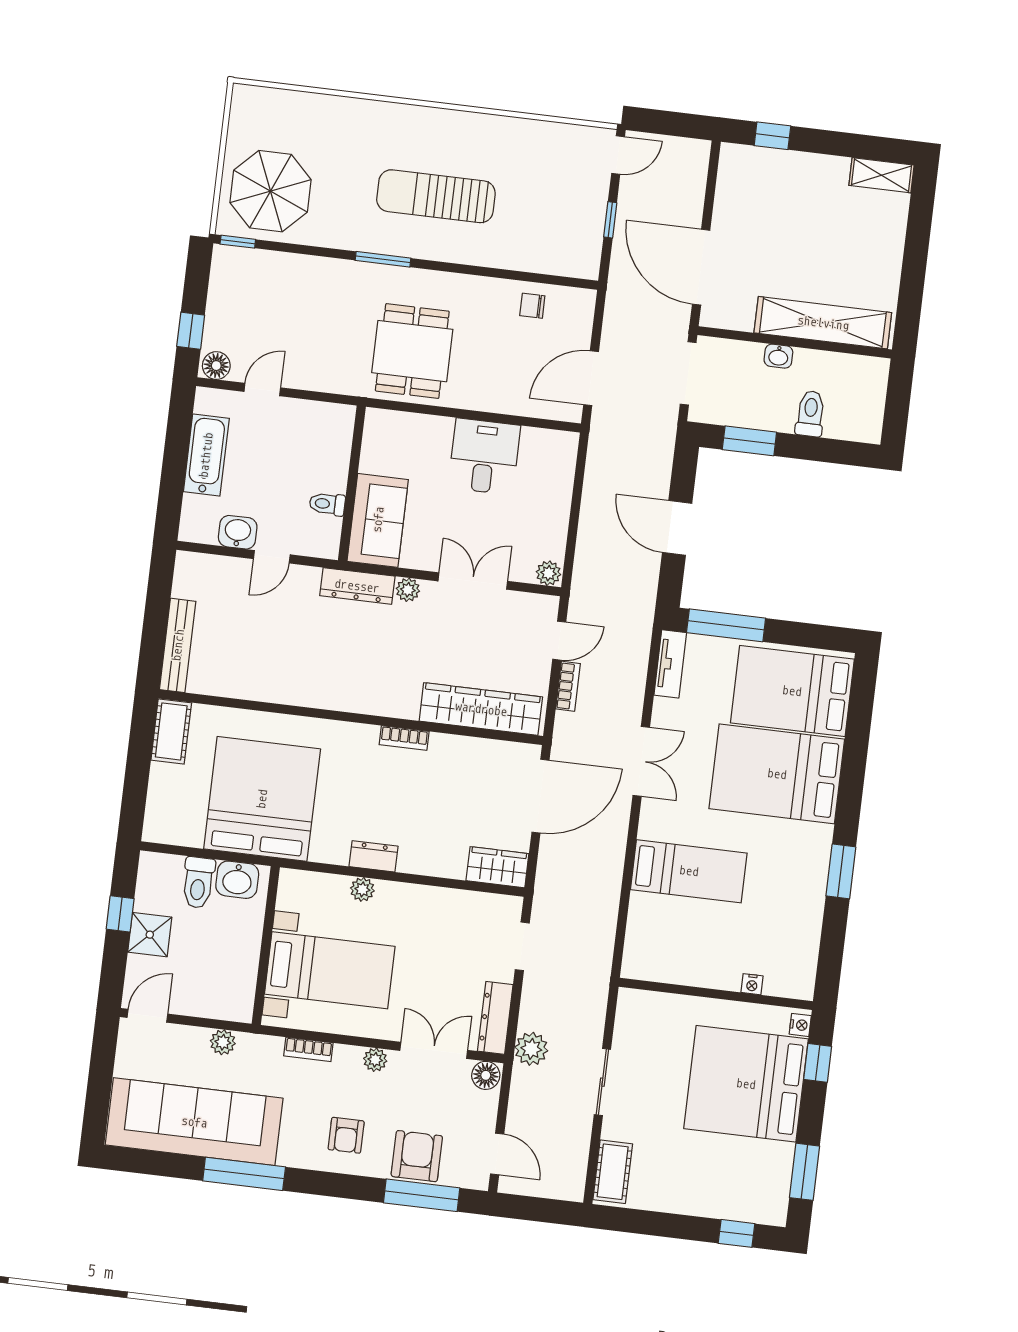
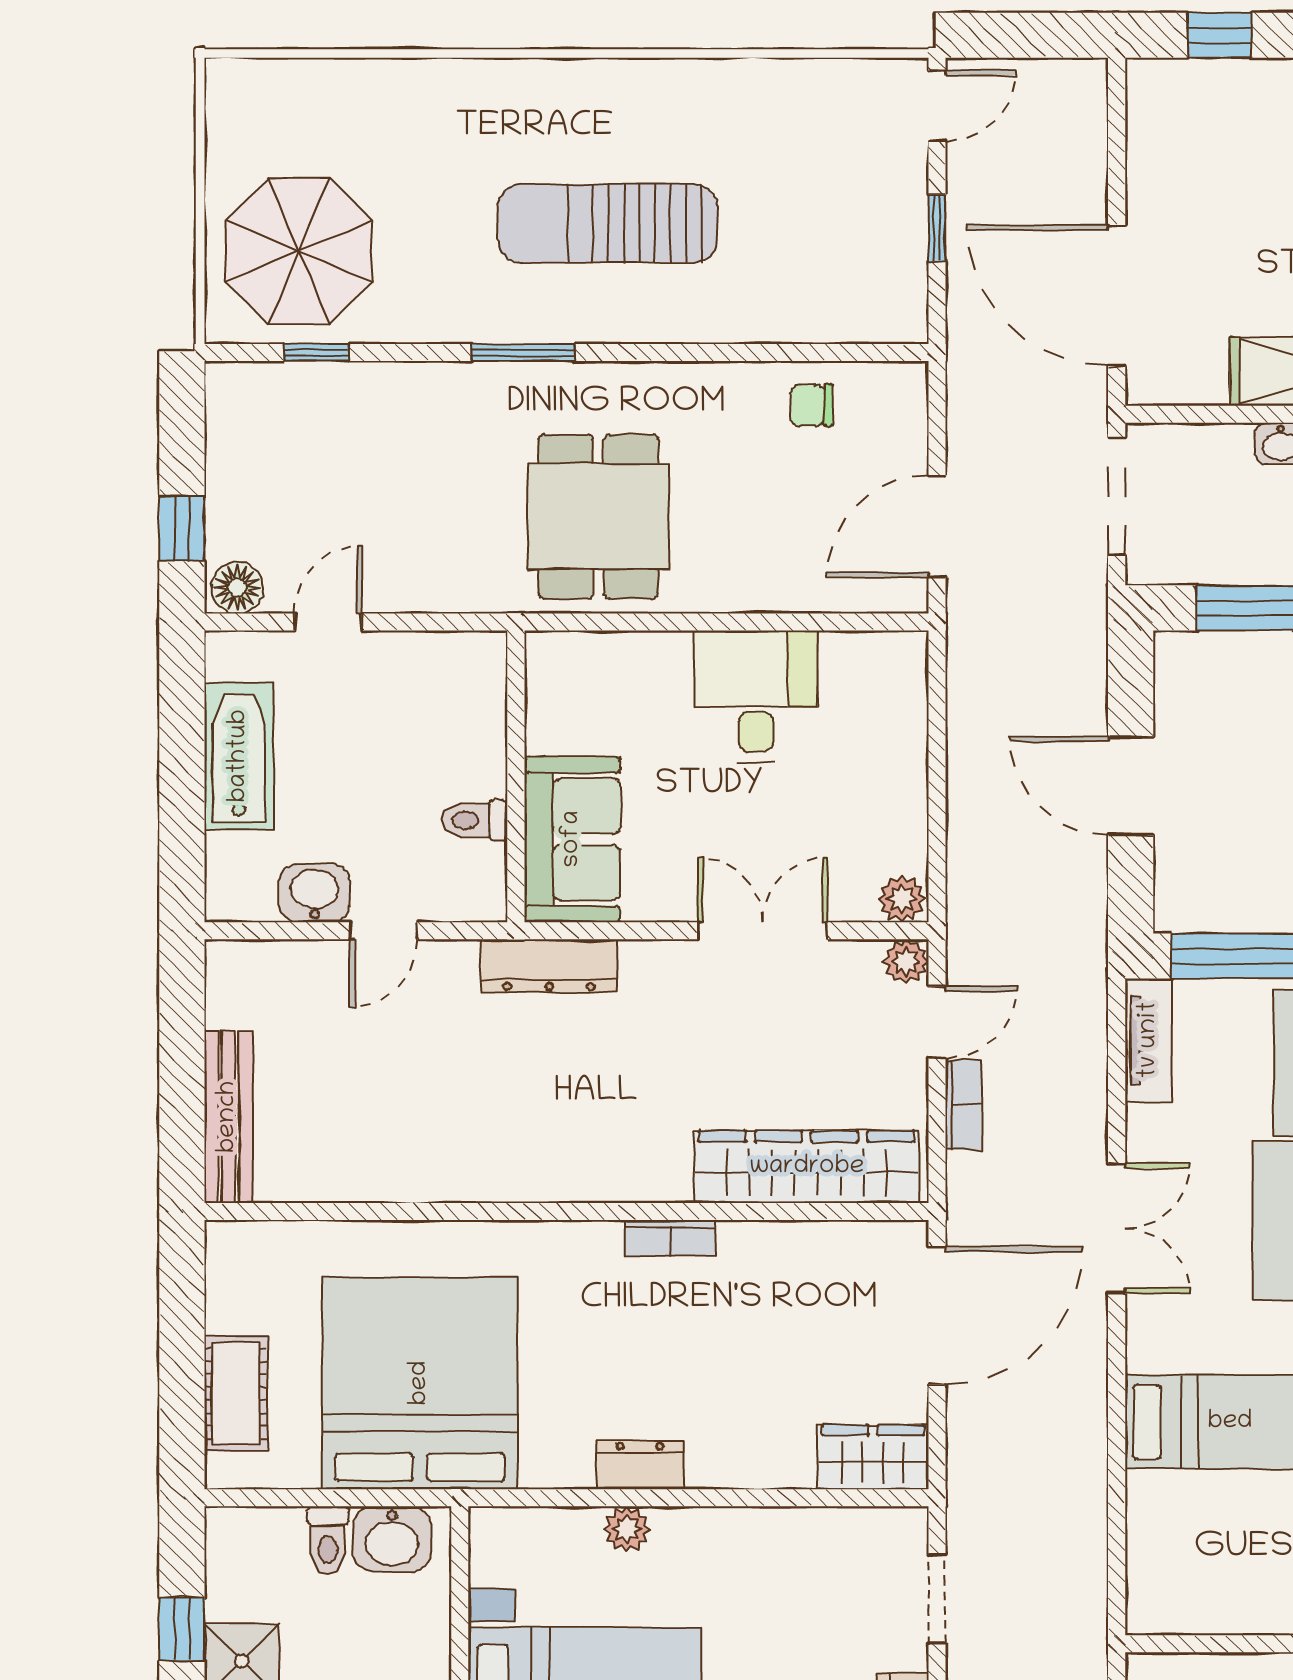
window: (238, 242) -> (316, 352), moved
plant: (408, 590) -> (906, 962), moved
cot: (171, 731) -> (236, 1393), moved
toilet: (198, 883) -> (328, 1540), width x0.73, depth x0.72

